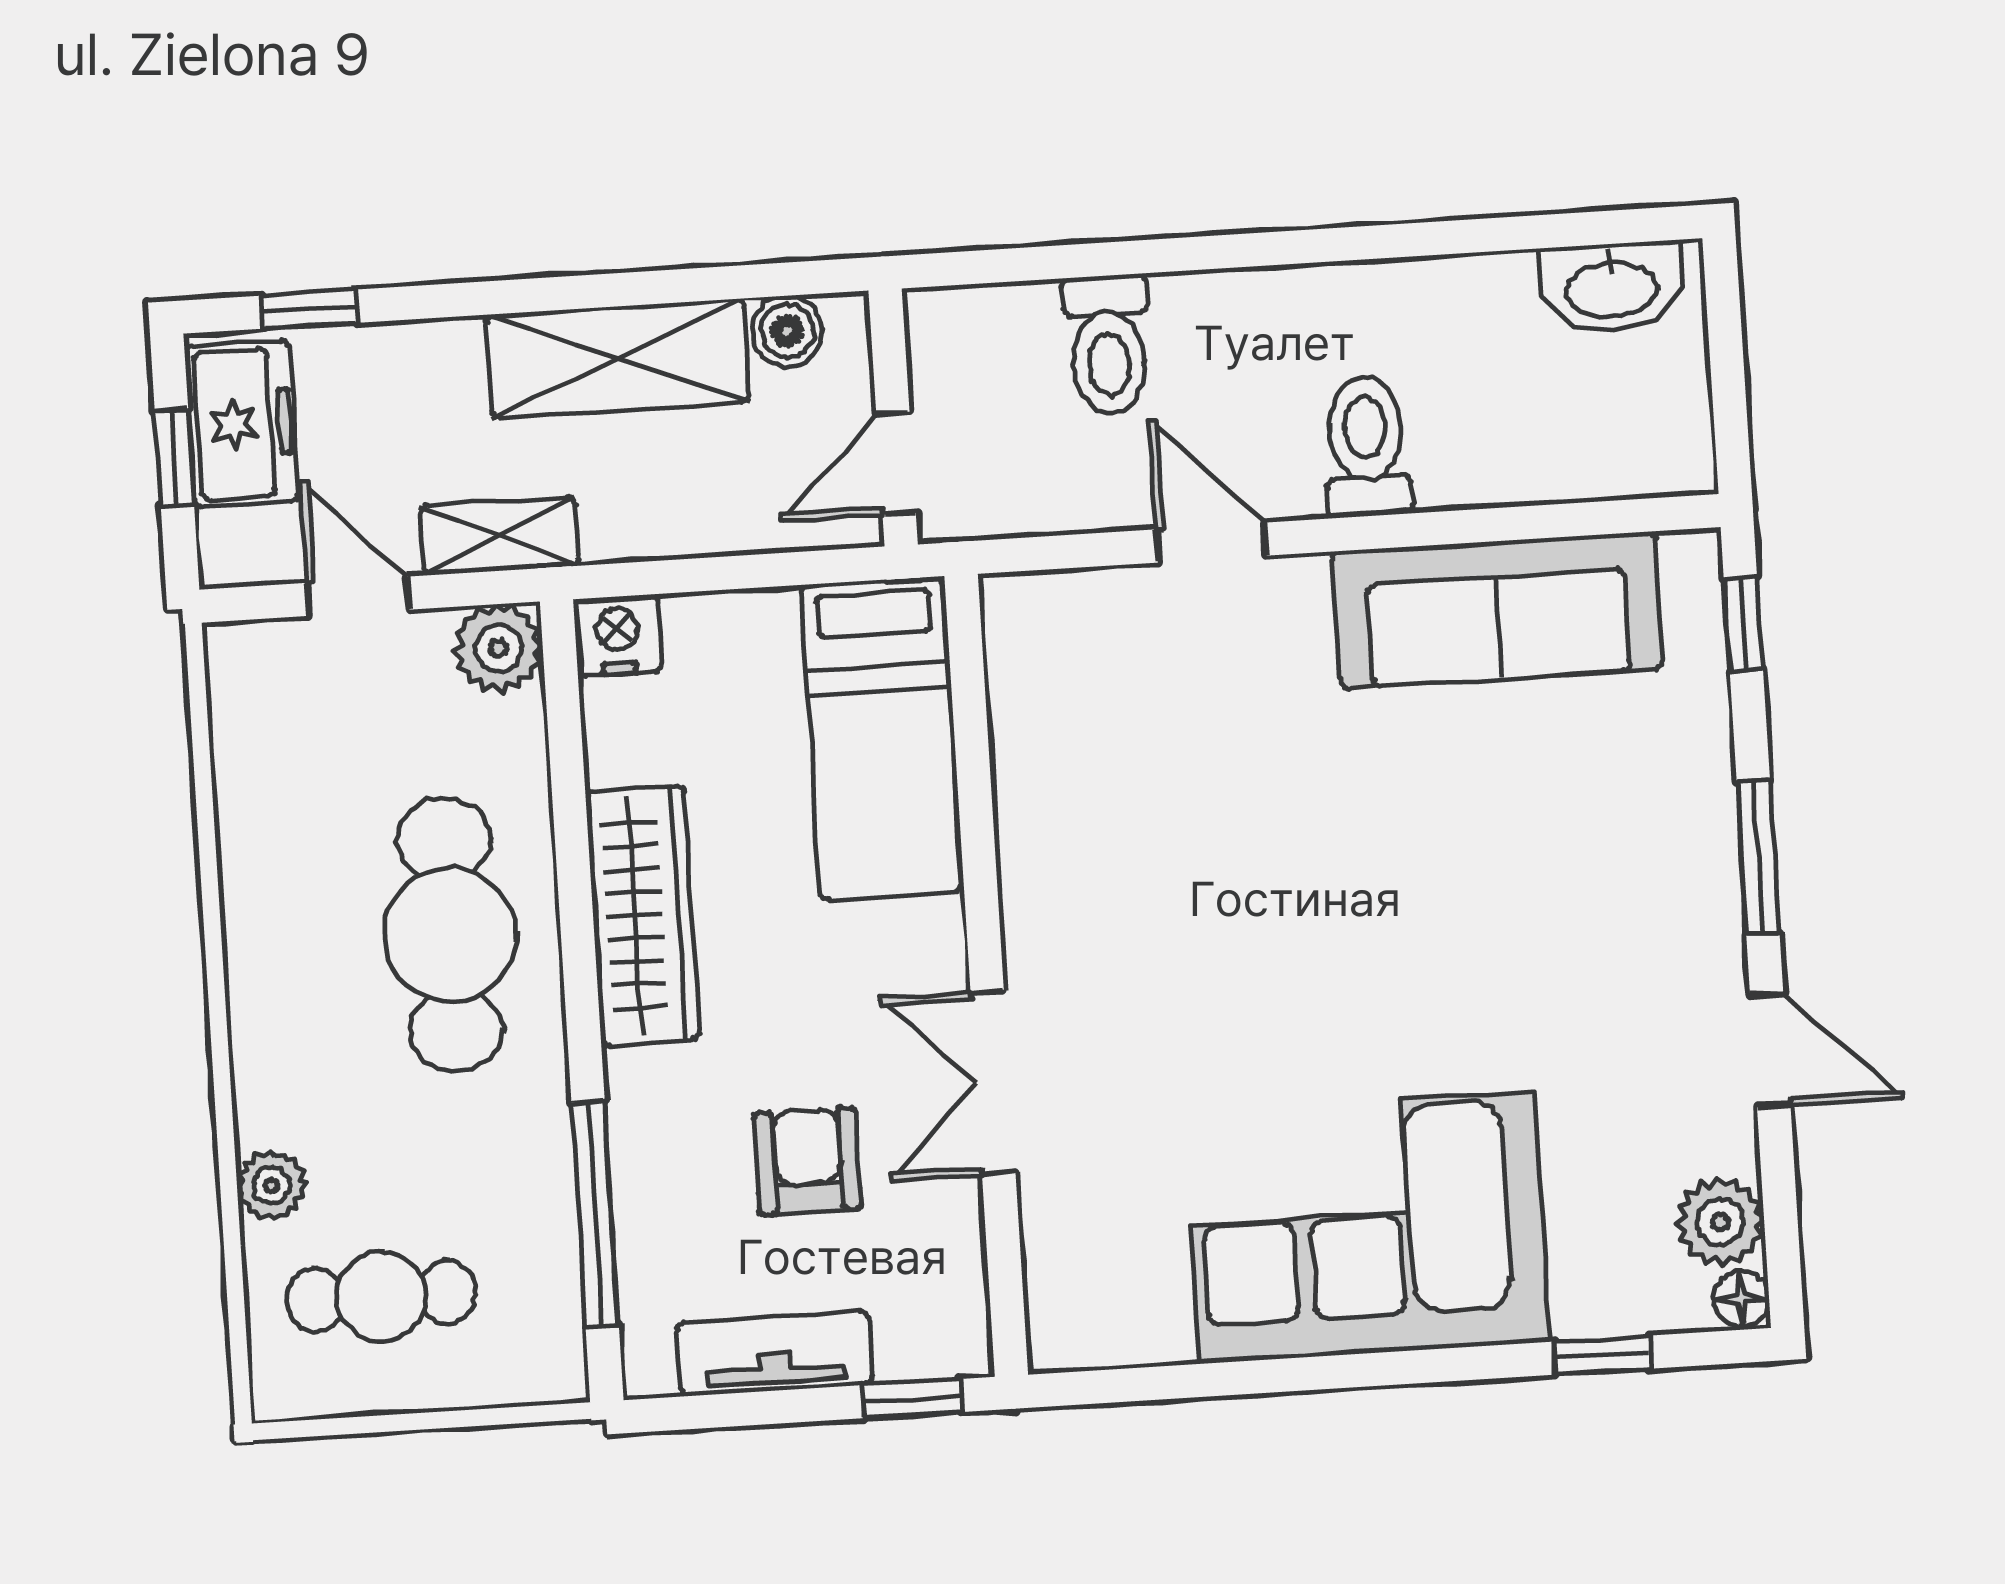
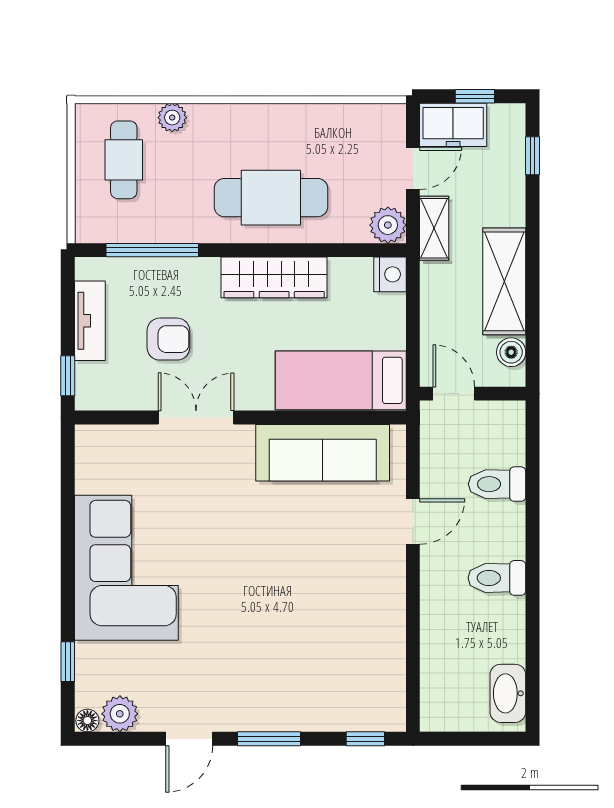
freezer: (242, 424) -> (453, 125), moved
toilet: (1366, 446) -> (497, 578), moved, turned 180
sofa: (1497, 610) -> (323, 453), moved, turned -90

